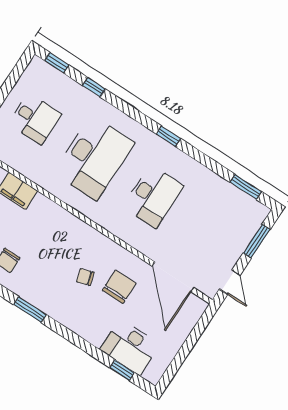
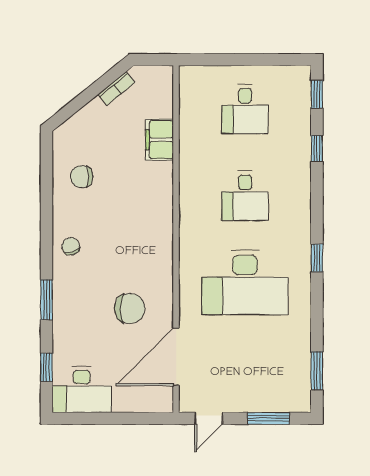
desk: (94, 158) -> (245, 196), width x0.53, depth x0.77
desk: (153, 196) -> (245, 282), width x1.36, depth x1.30
chair: (85, 277) -> (71, 246), moved
window: (30, 310) -> (46, 300), moved
desk: (130, 347) -> (82, 390), moved, turned -90

